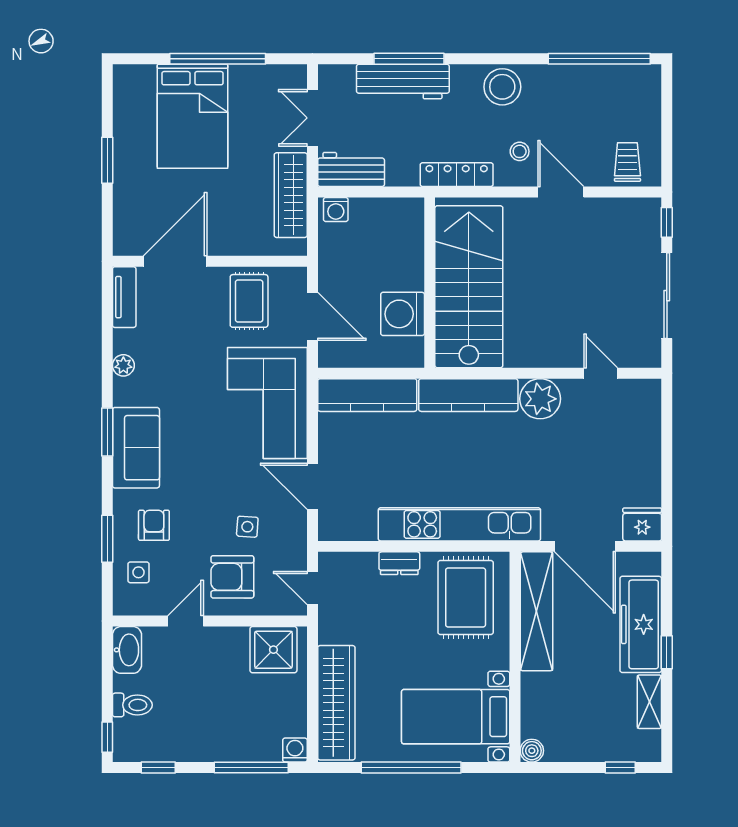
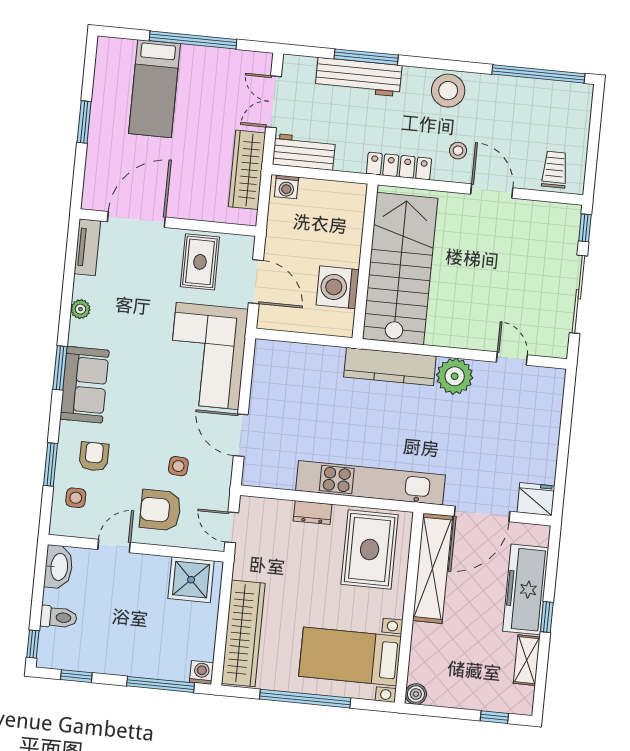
bed: (192, 116) -> (154, 89), width x0.67
kitchen counter: (367, 395) -> (299, 358), removed
door: (585, 546) -> (482, 514), hinge flipped

